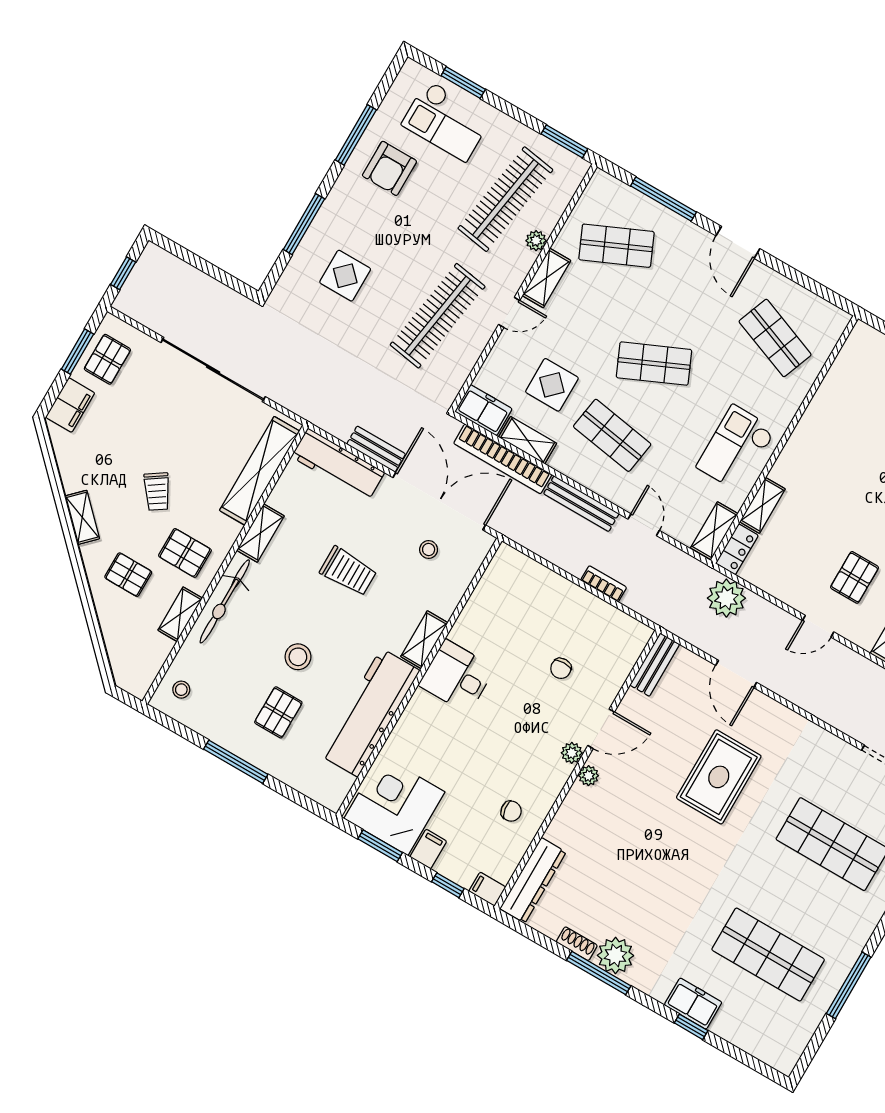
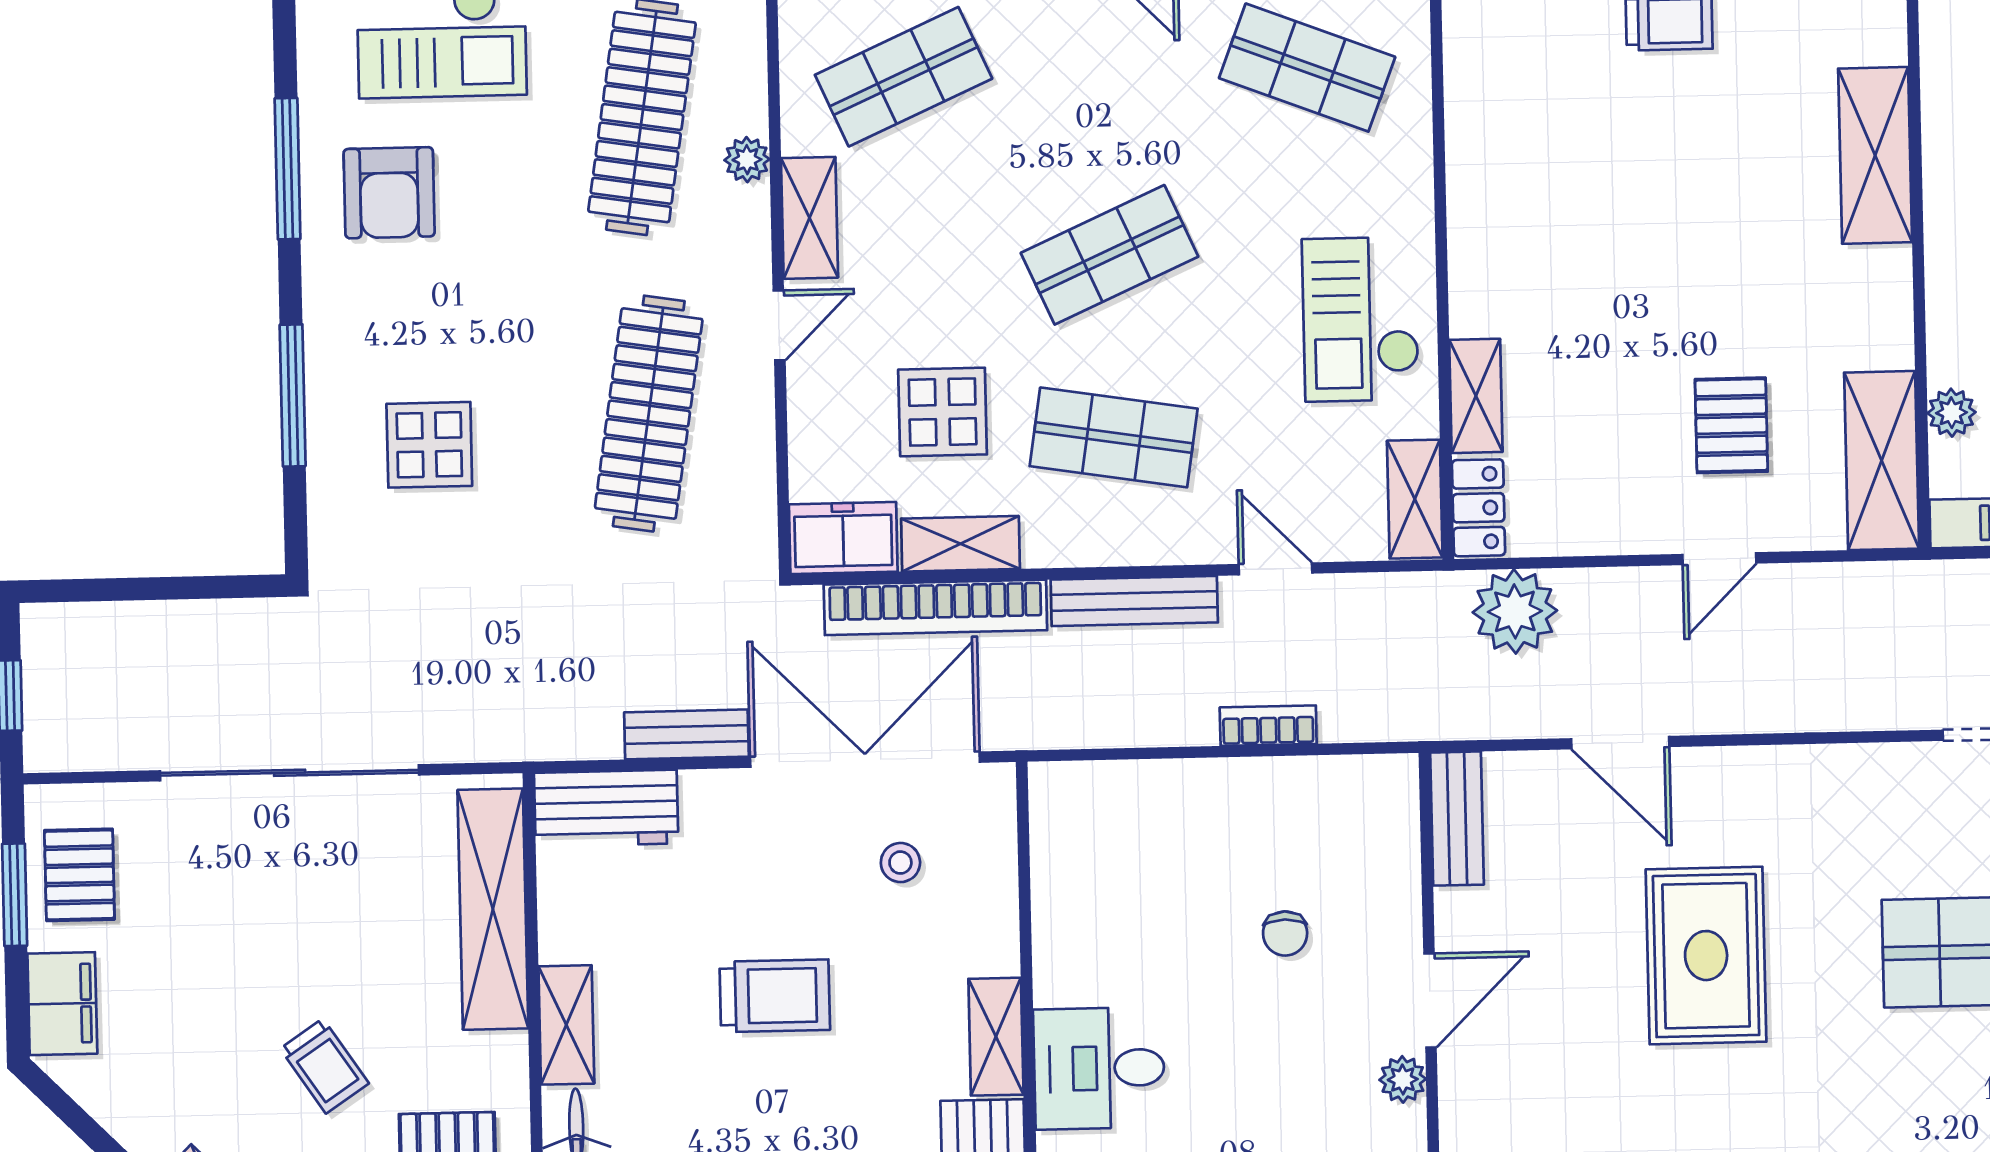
workbench: (338, 465) -> (606, 808), width x0.73
plant: (589, 776) -> (1460, 1103), removed

